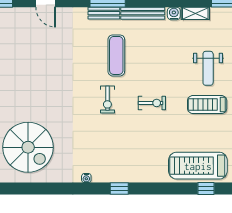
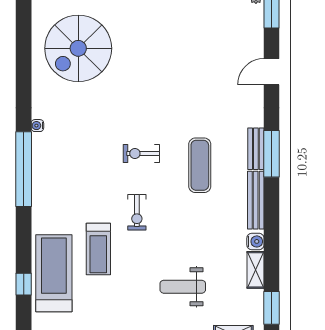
exercise mat: (116, 55) -> (200, 165), turned 90
treadmill: (207, 105) -> (98, 249), moved, turned 180
window: (119, 188) -> (24, 169), width x3.17

